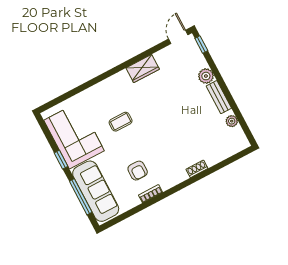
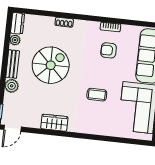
spiral stairs: (182, 120) -> (51, 65), added
dresser: (240, 138) -> (18, 23), added
armchair: (138, 171) -> (109, 50), turned -90

